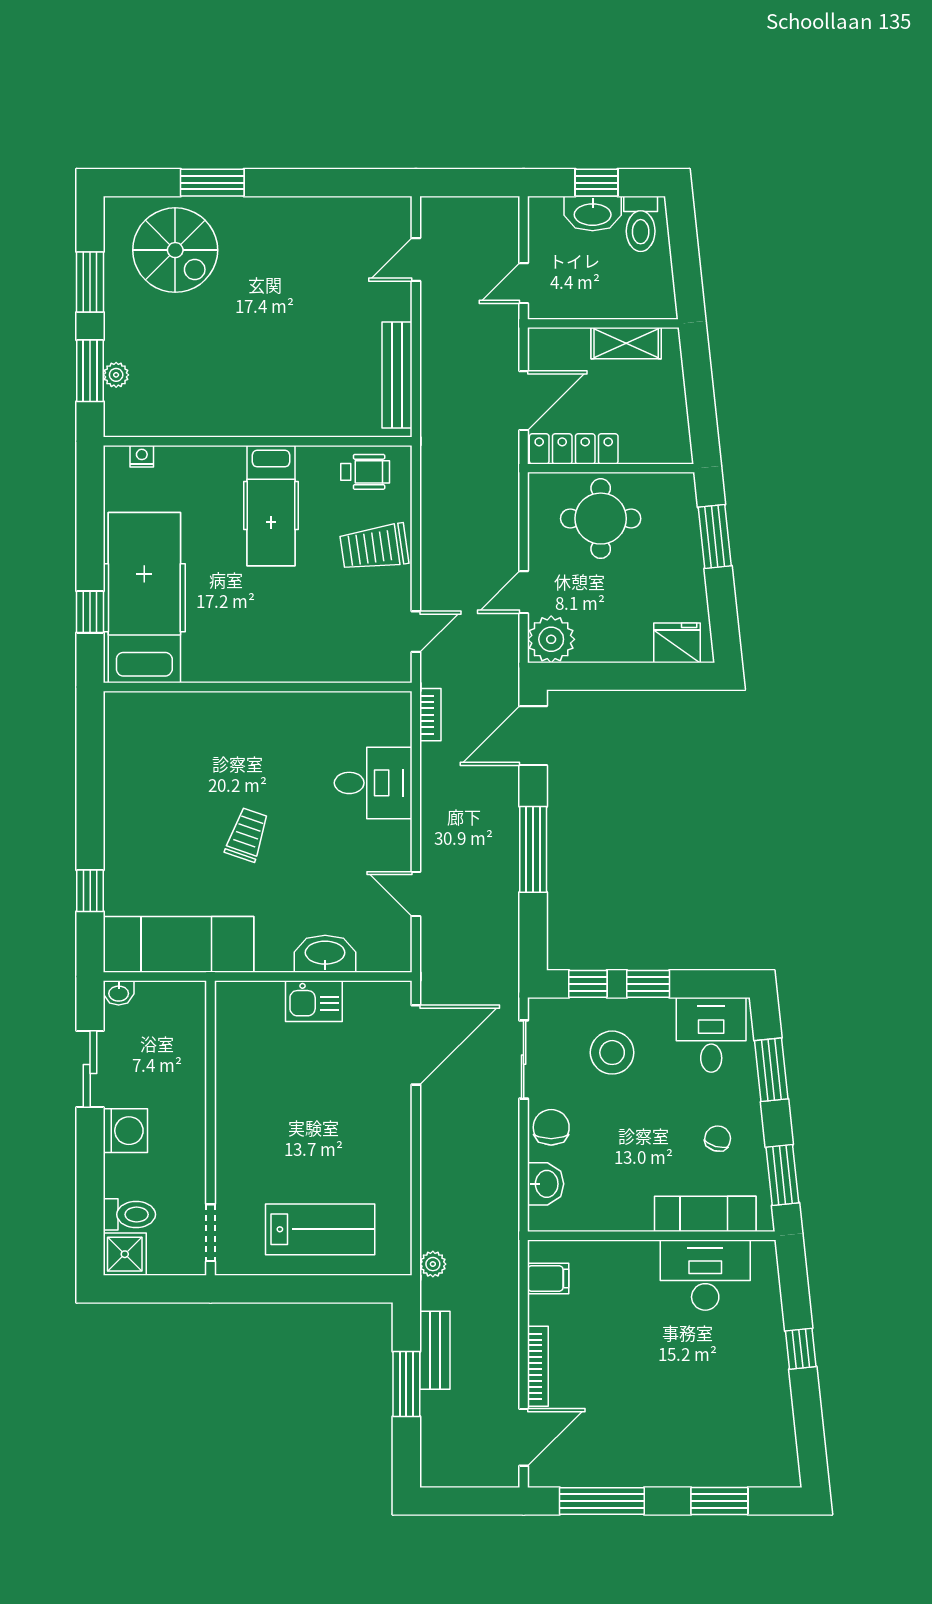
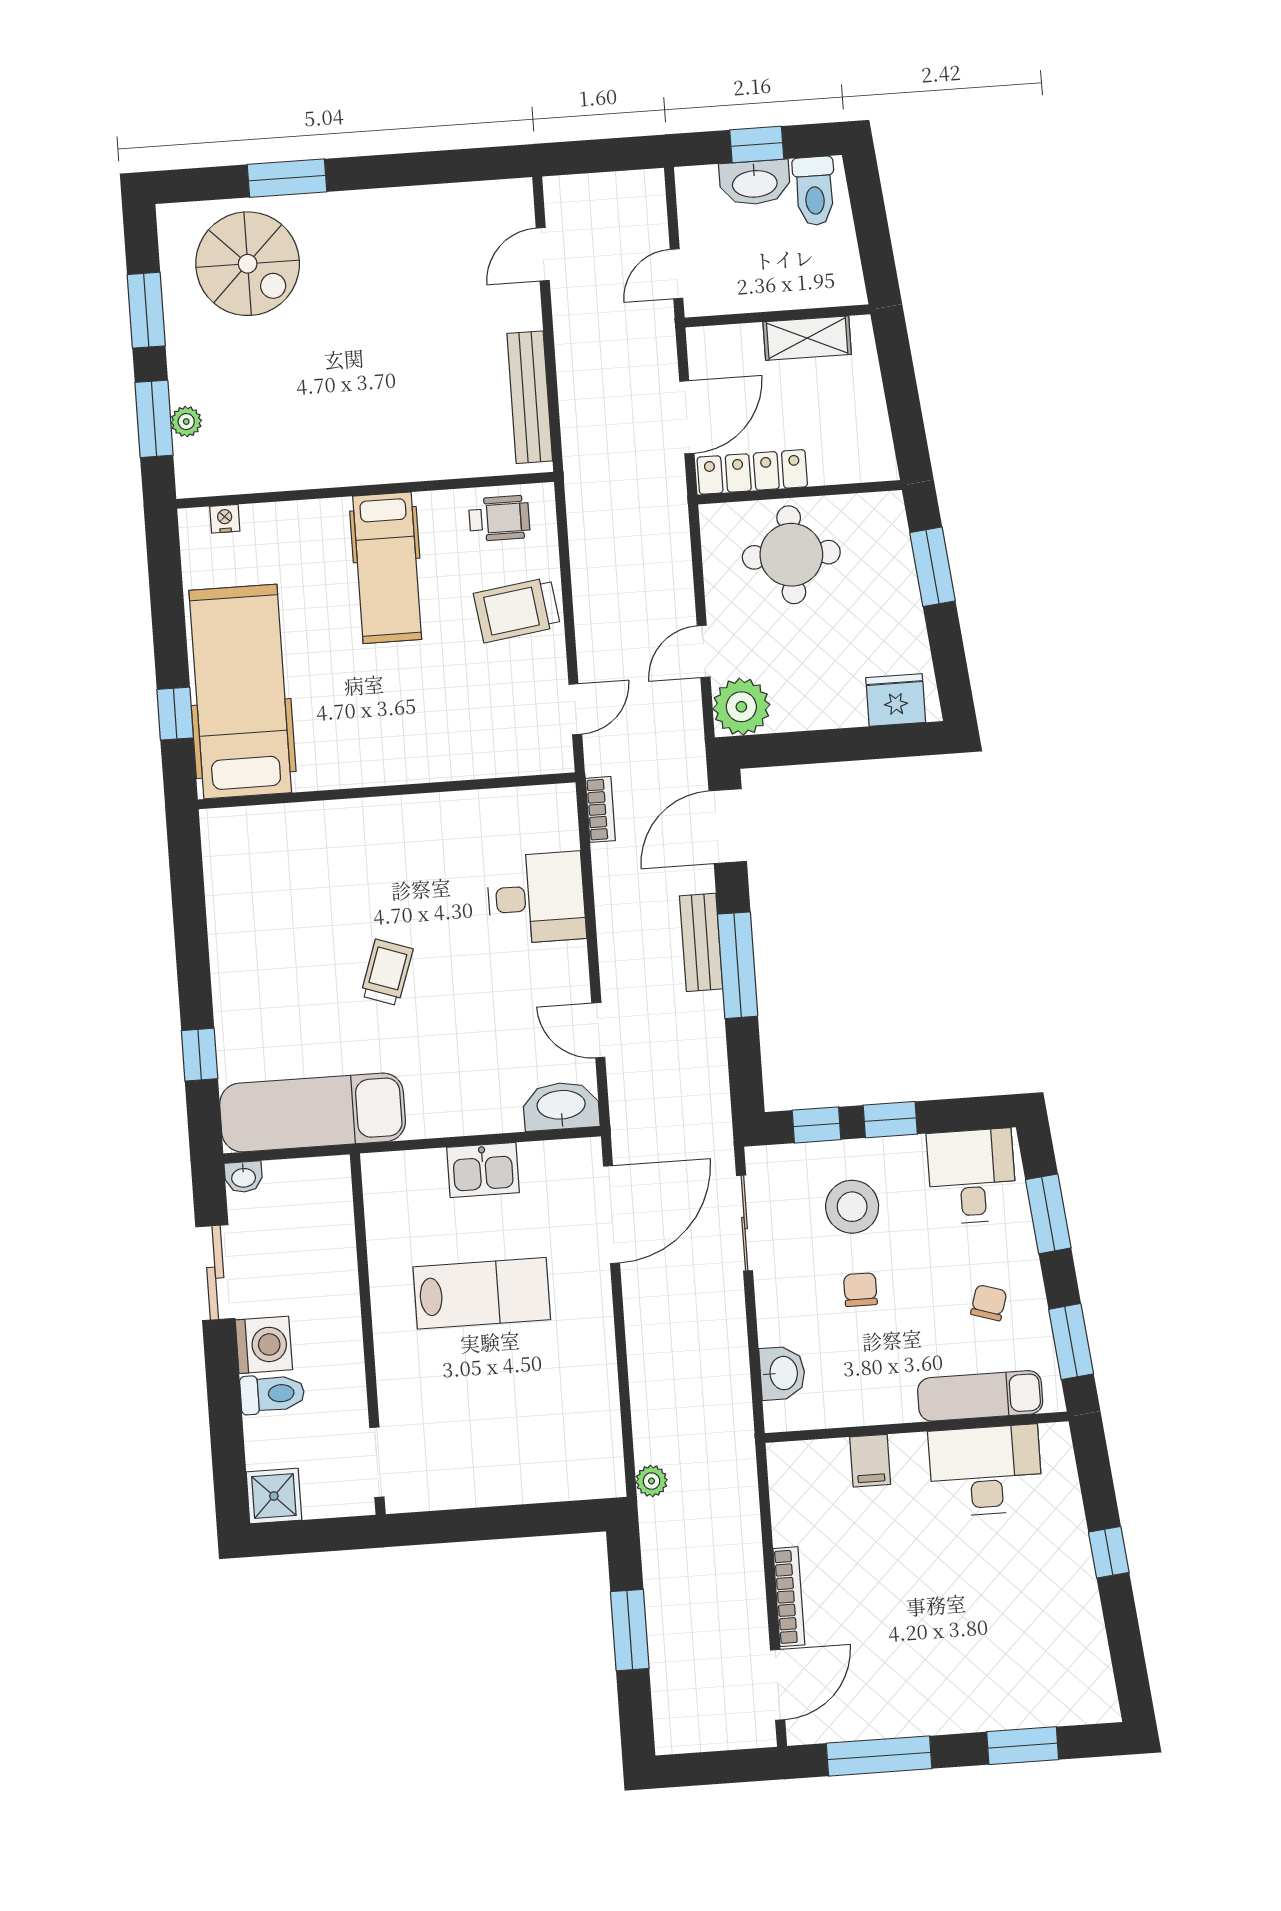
washbasin: (325, 954) -> (561, 1106), moved
chair: (551, 1127) -> (860, 1290), moved, width x0.73, depth x0.73
toilet: (129, 1214) -> (272, 1394), moved
lab bench: (320, 1229) -> (482, 1293), moved
filing cabinet: (548, 1278) -> (870, 1461), moved, turned 90
bench: (435, 1350) -> (701, 942), moved

